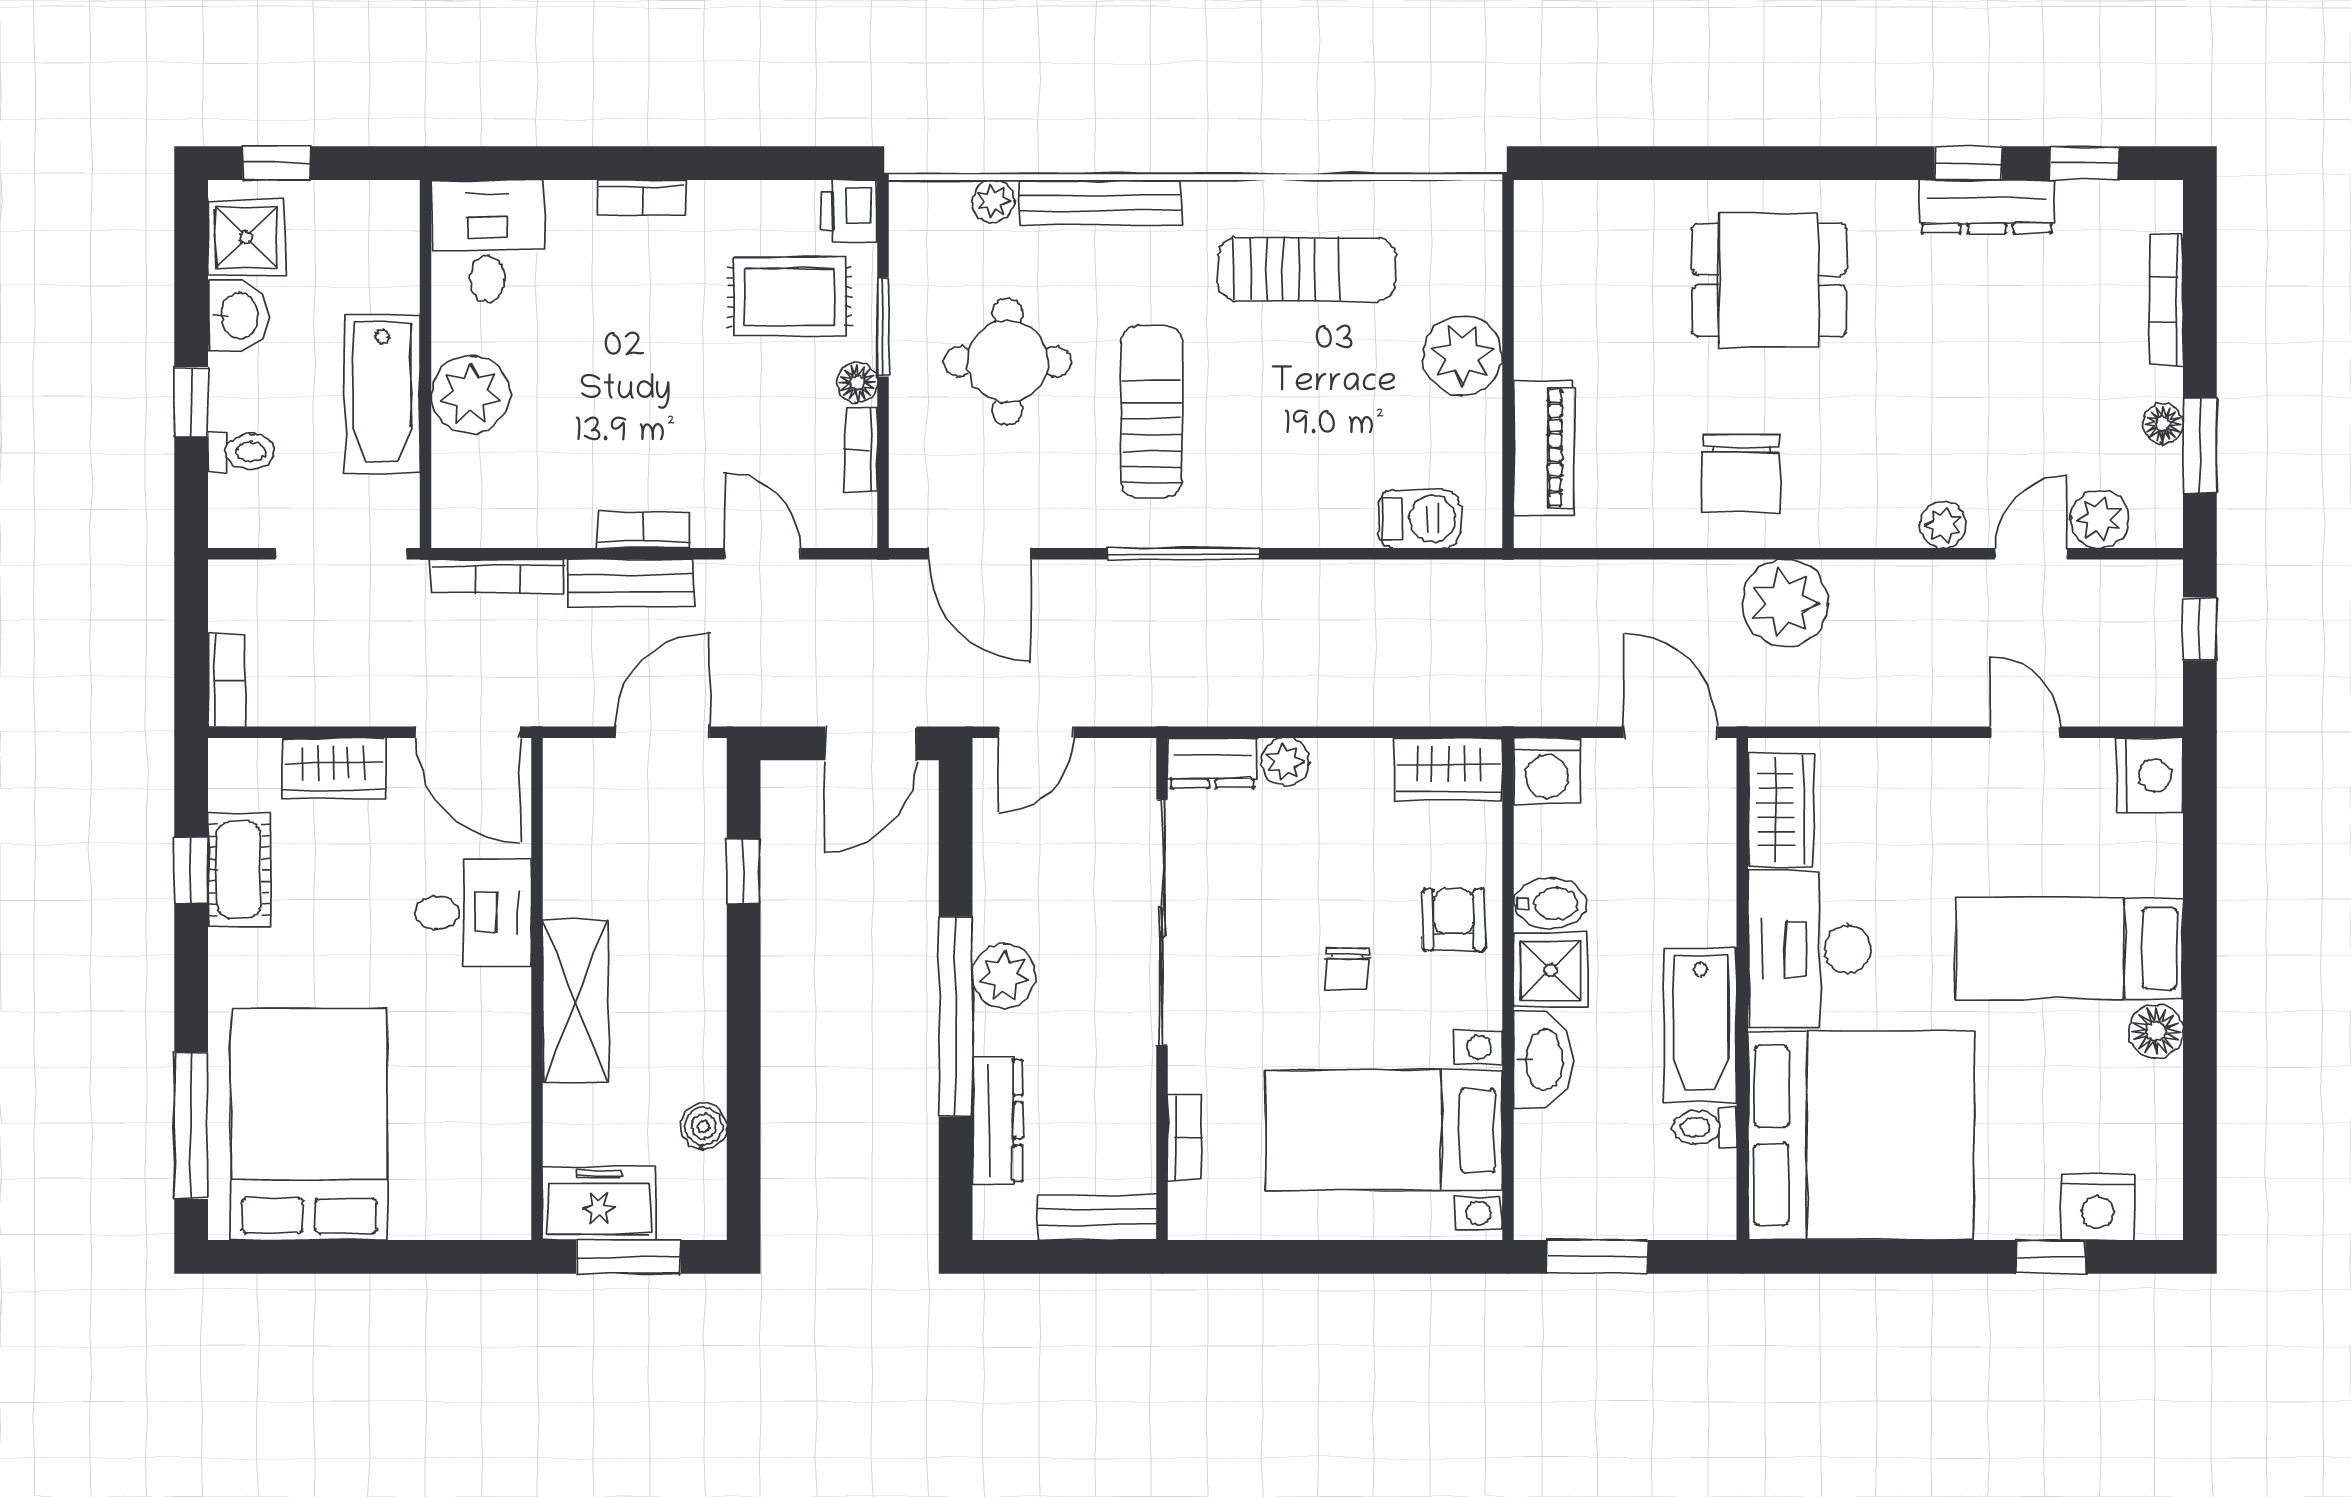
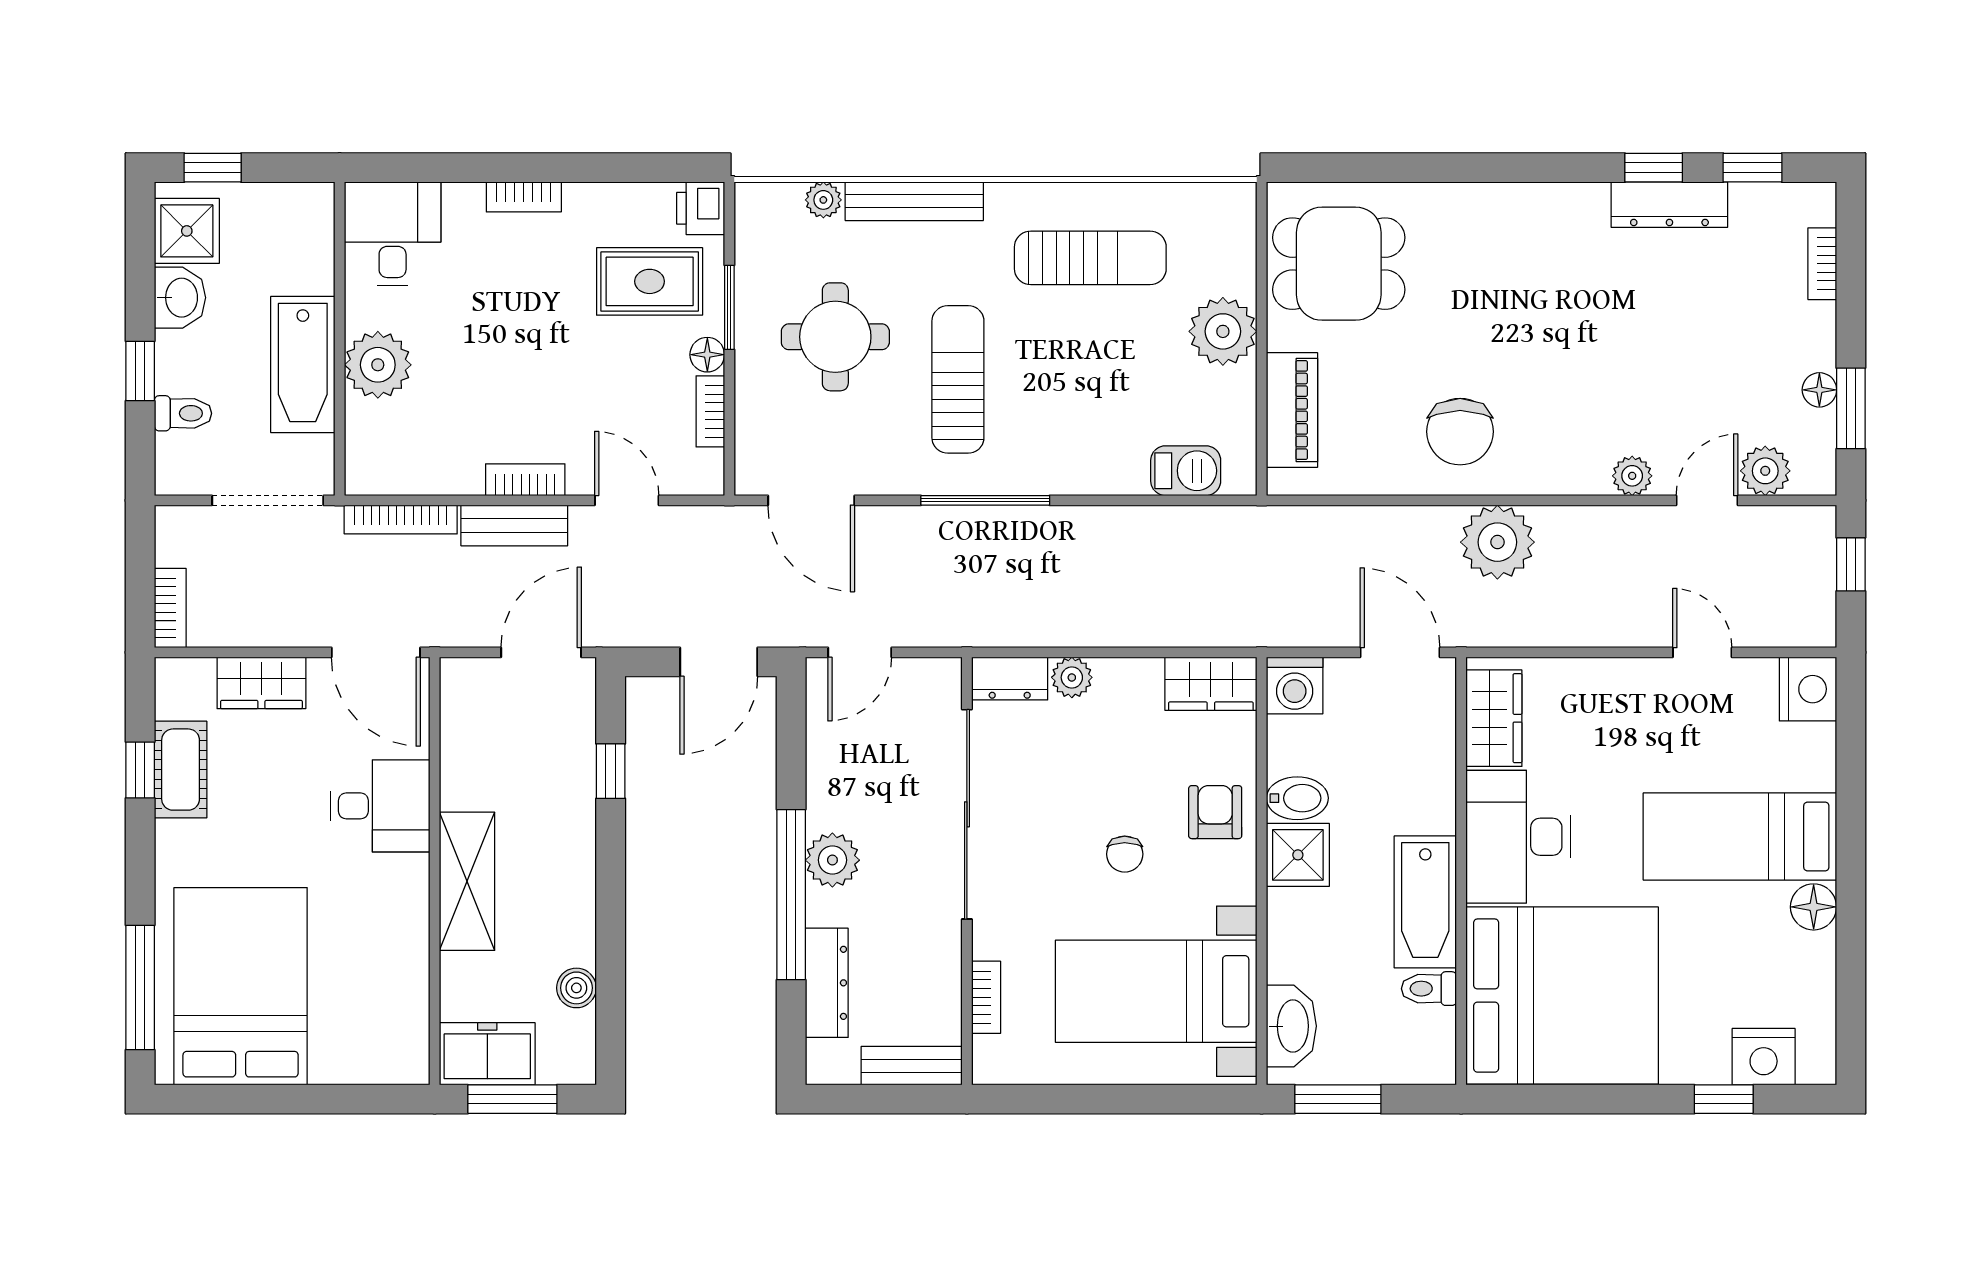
dining table: (1769, 280) -> (1339, 264), moved
bookcase: (2166, 300) -> (1822, 264), width x0.64
washbasin: (1543, 1060) -> (1291, 1026), moved

